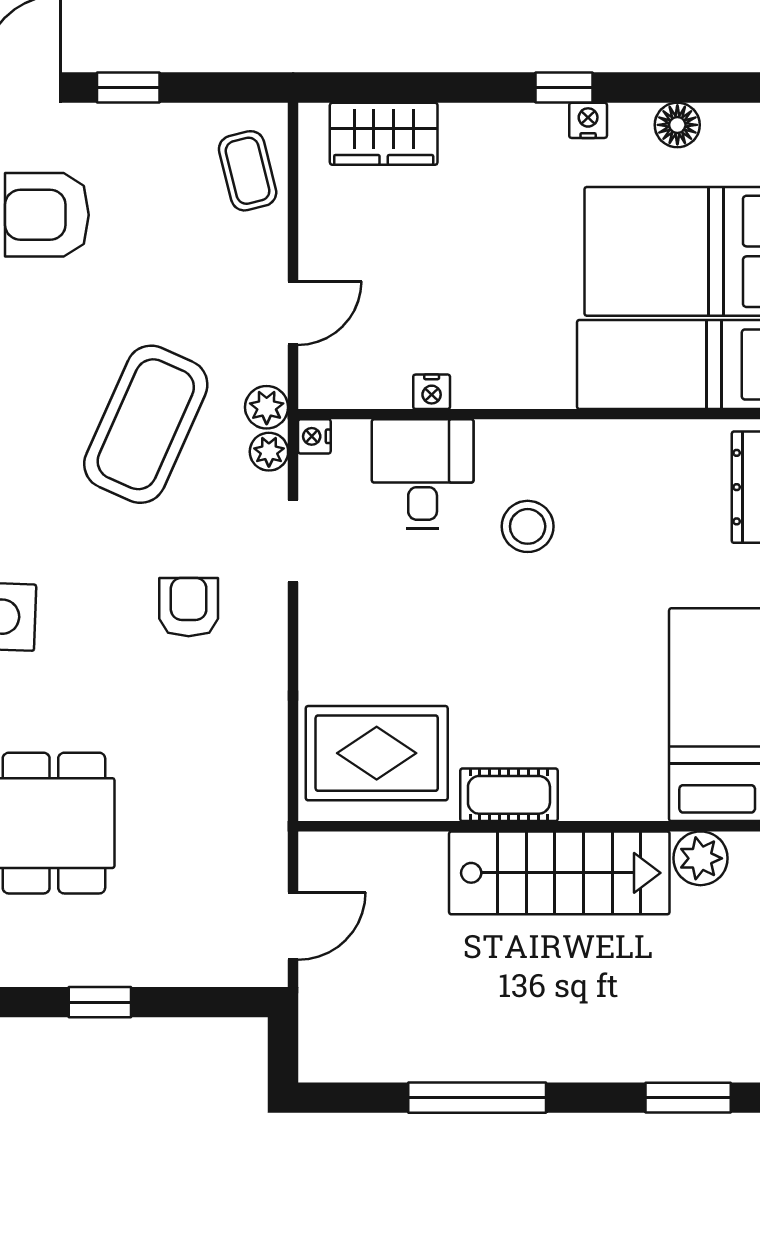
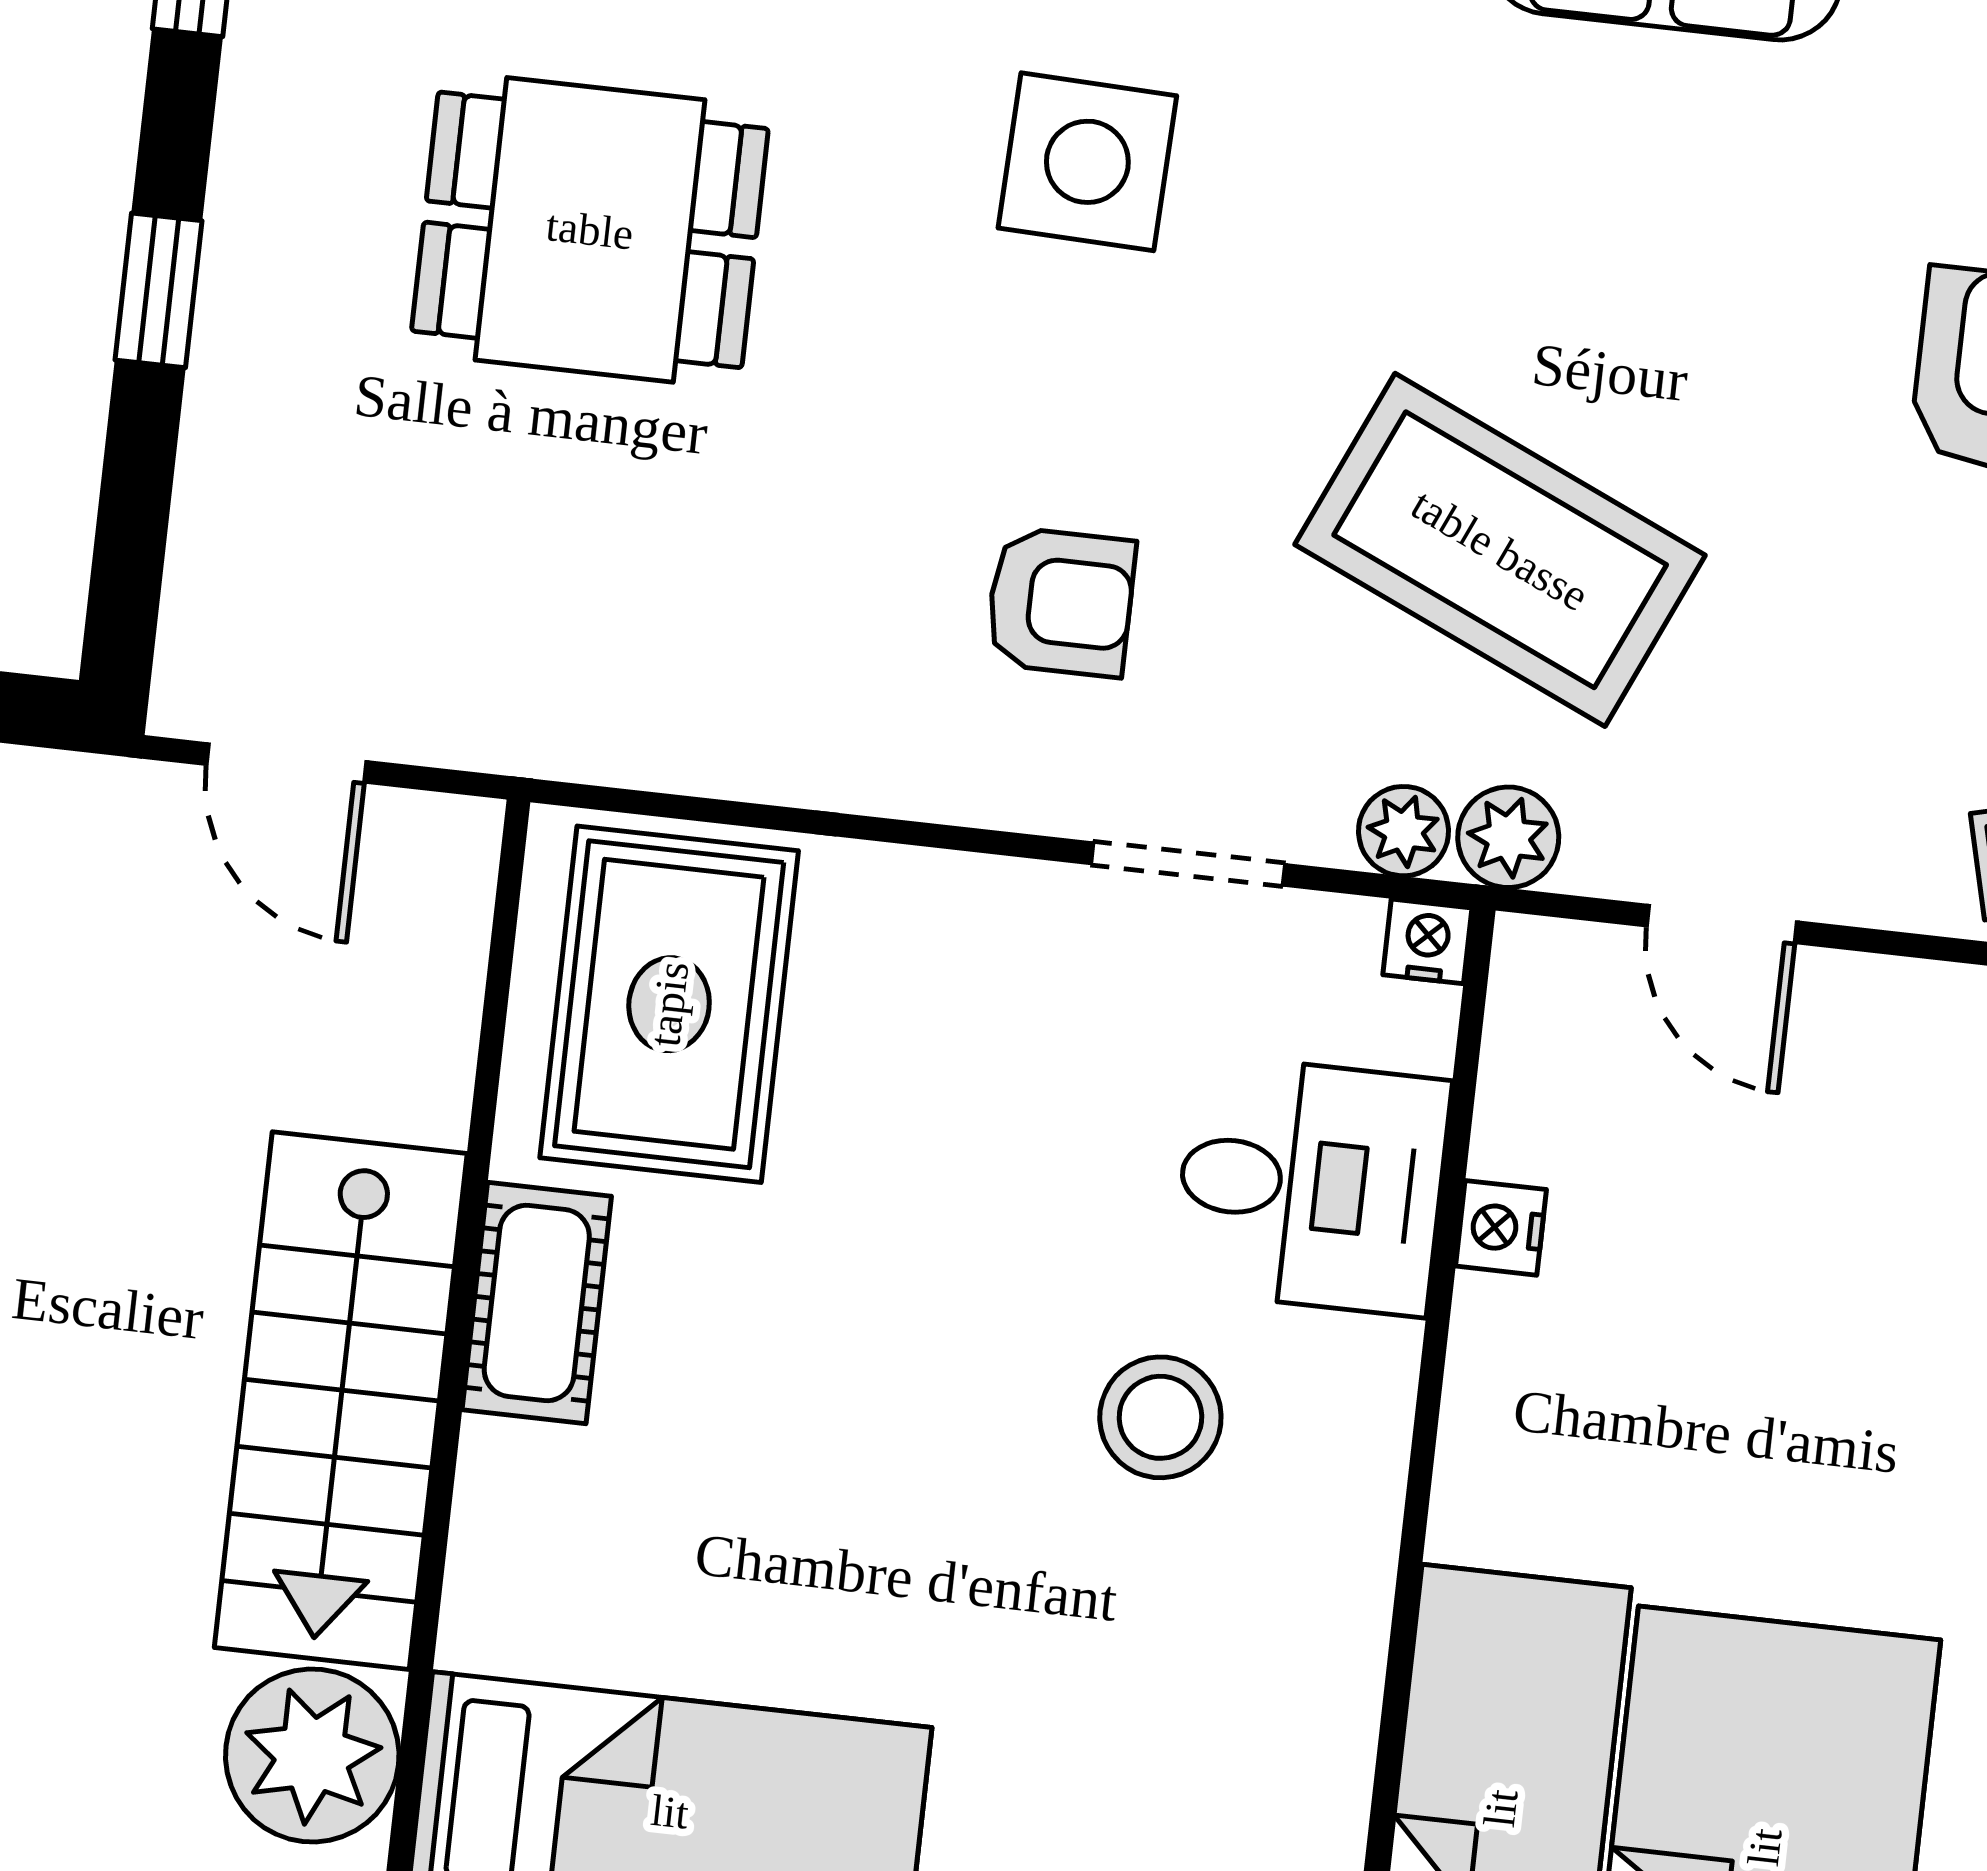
plant: (700, 858) -> (312, 1755), width x1.36, depth x1.36

